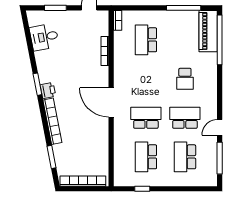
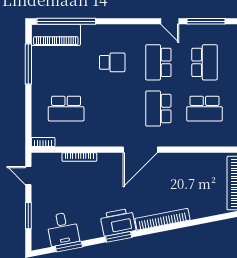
printer: (48, 91) -> (118, 222), width x1.87, depth x1.48
window: (51, 157) -> (69, 247), moved
school desk: (185, 157) -> (204, 62), turned -90

